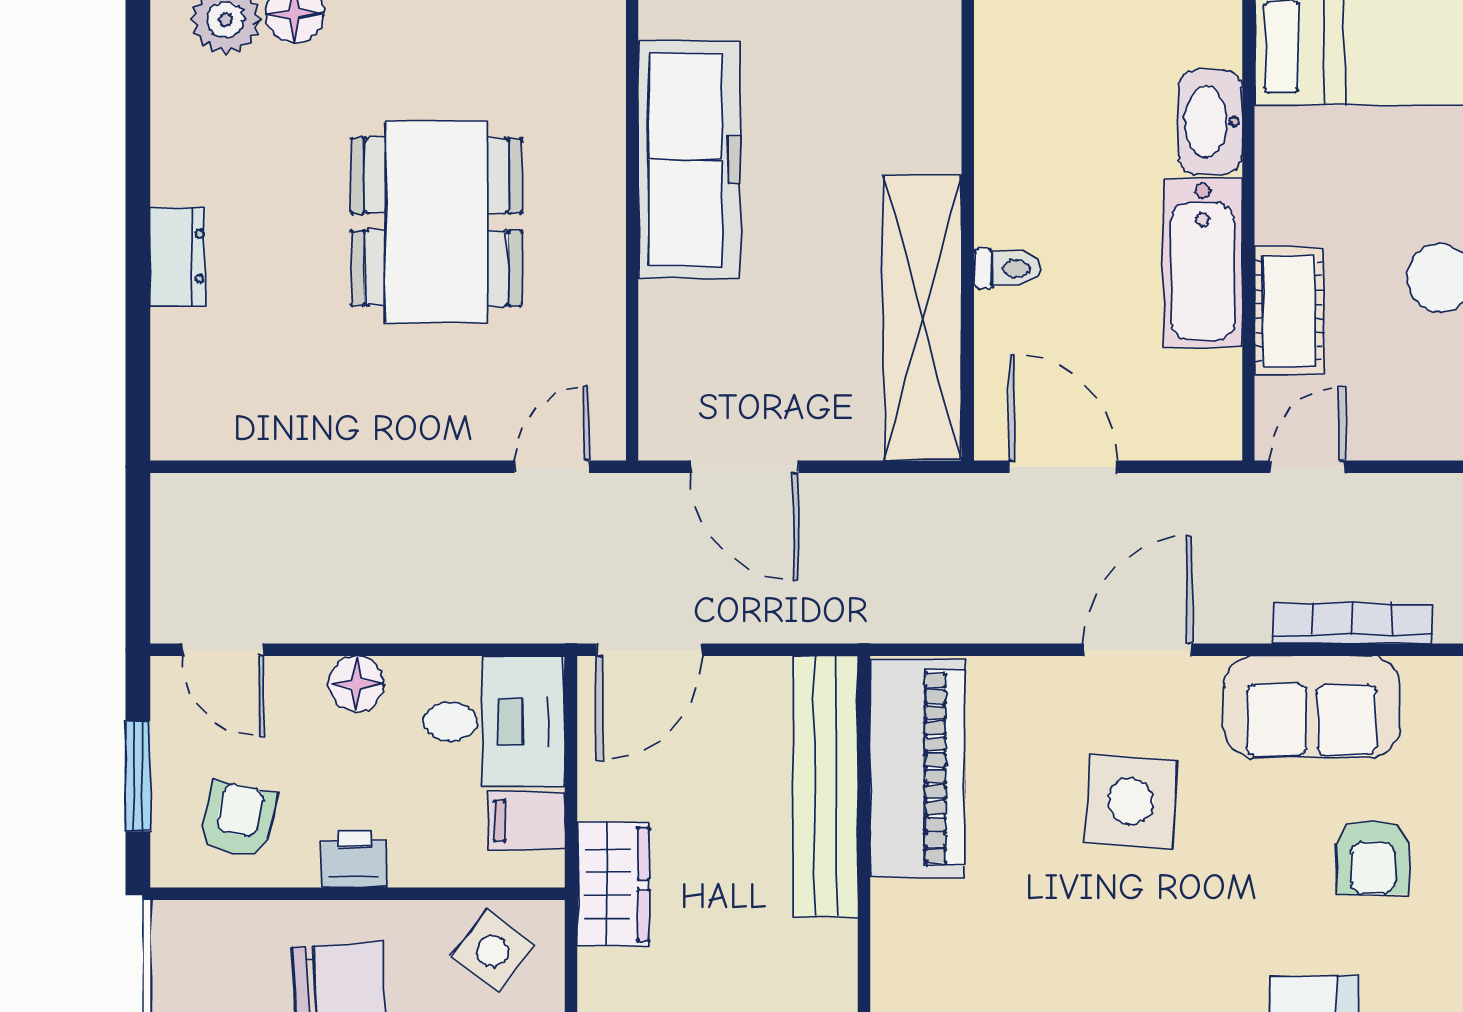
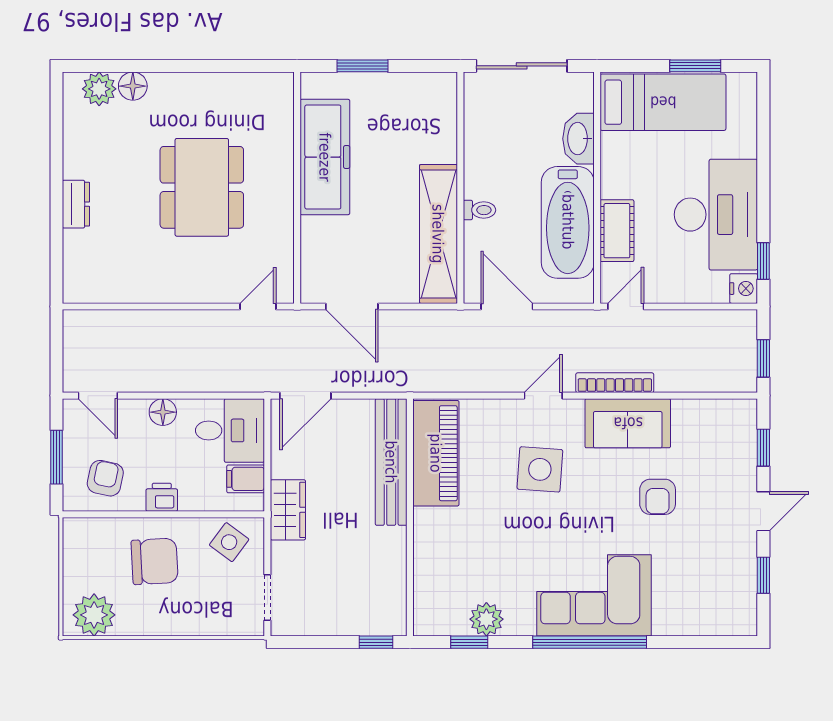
bathtub: (1203, 263) -> (568, 222), width x1.36, depth x1.36
bookcase: (1352, 623) -> (615, 383), moved
door: (1138, 650) -> (543, 396), width x0.73

